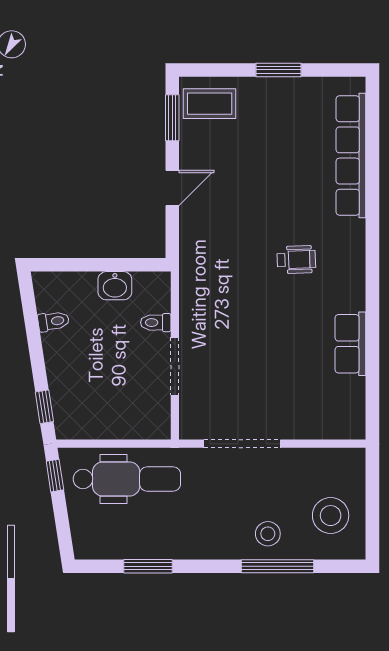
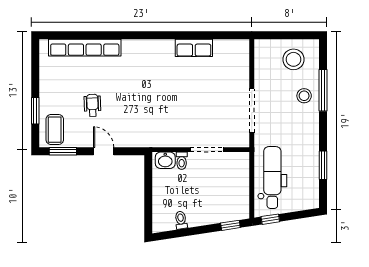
window: (279, 70) -> (35, 111), moved
wheelchair: (296, 260) -> (92, 105), moved
washbasin: (115, 286) -> (165, 160), moved, turned 90

